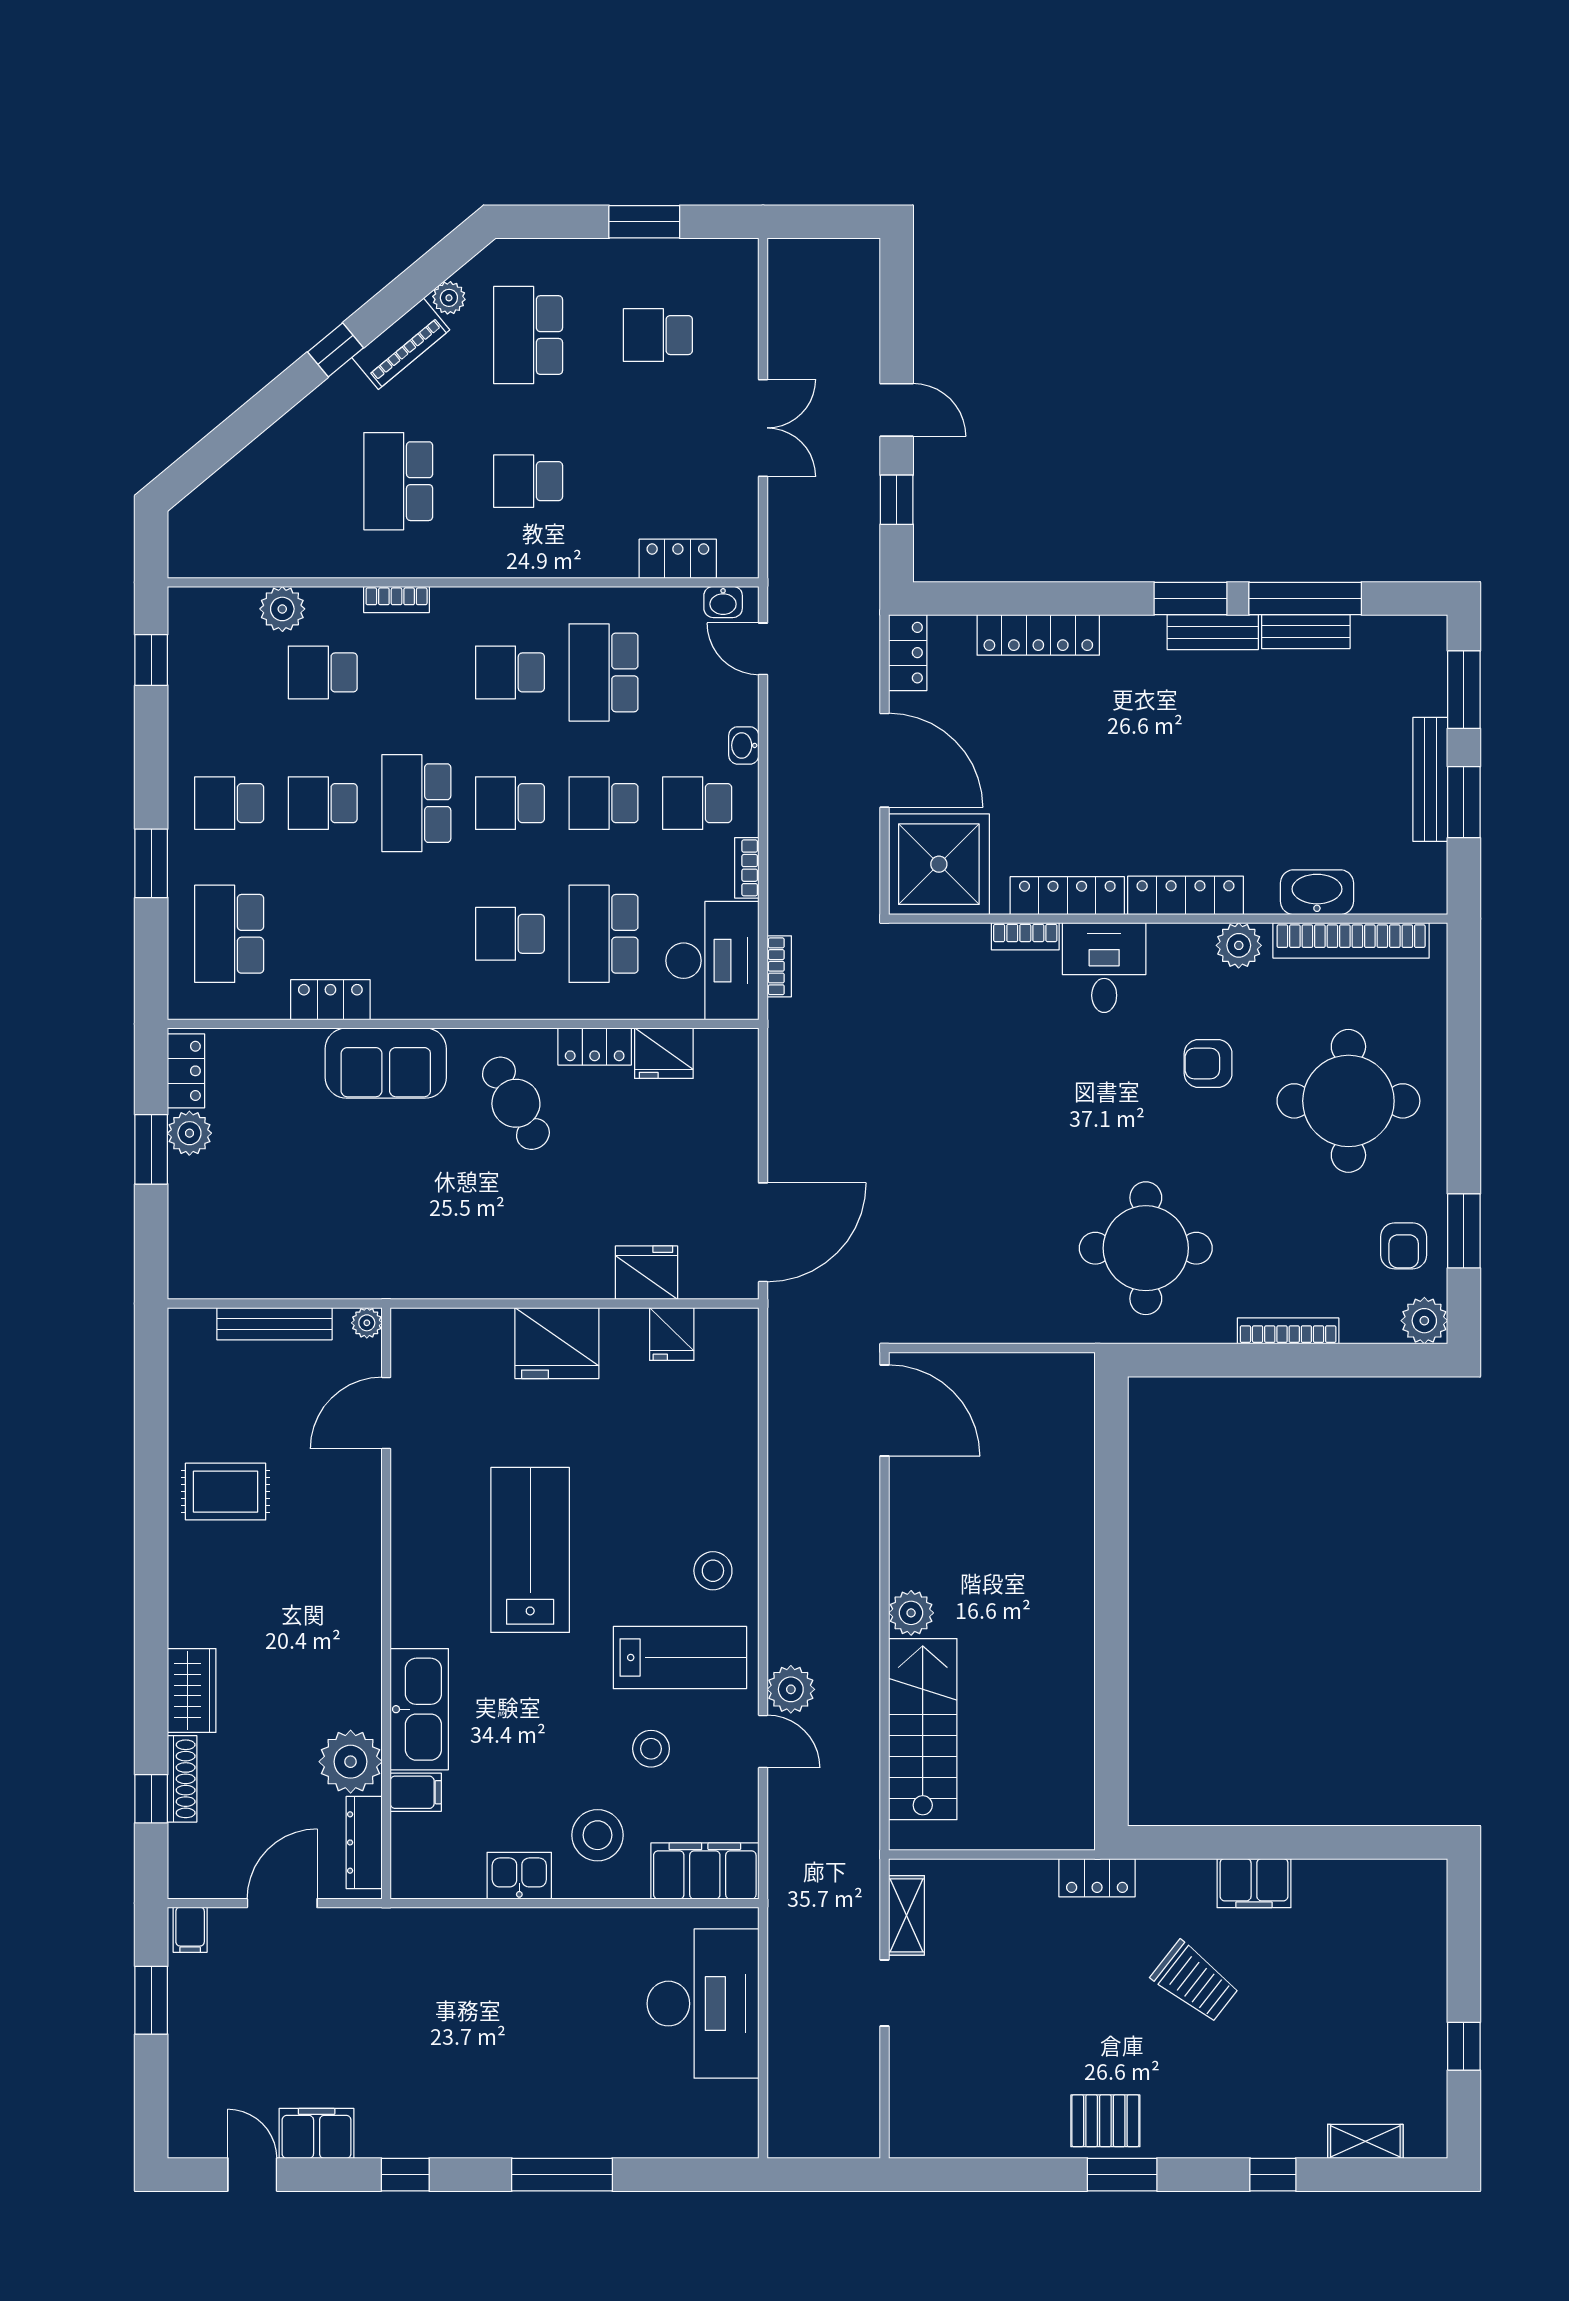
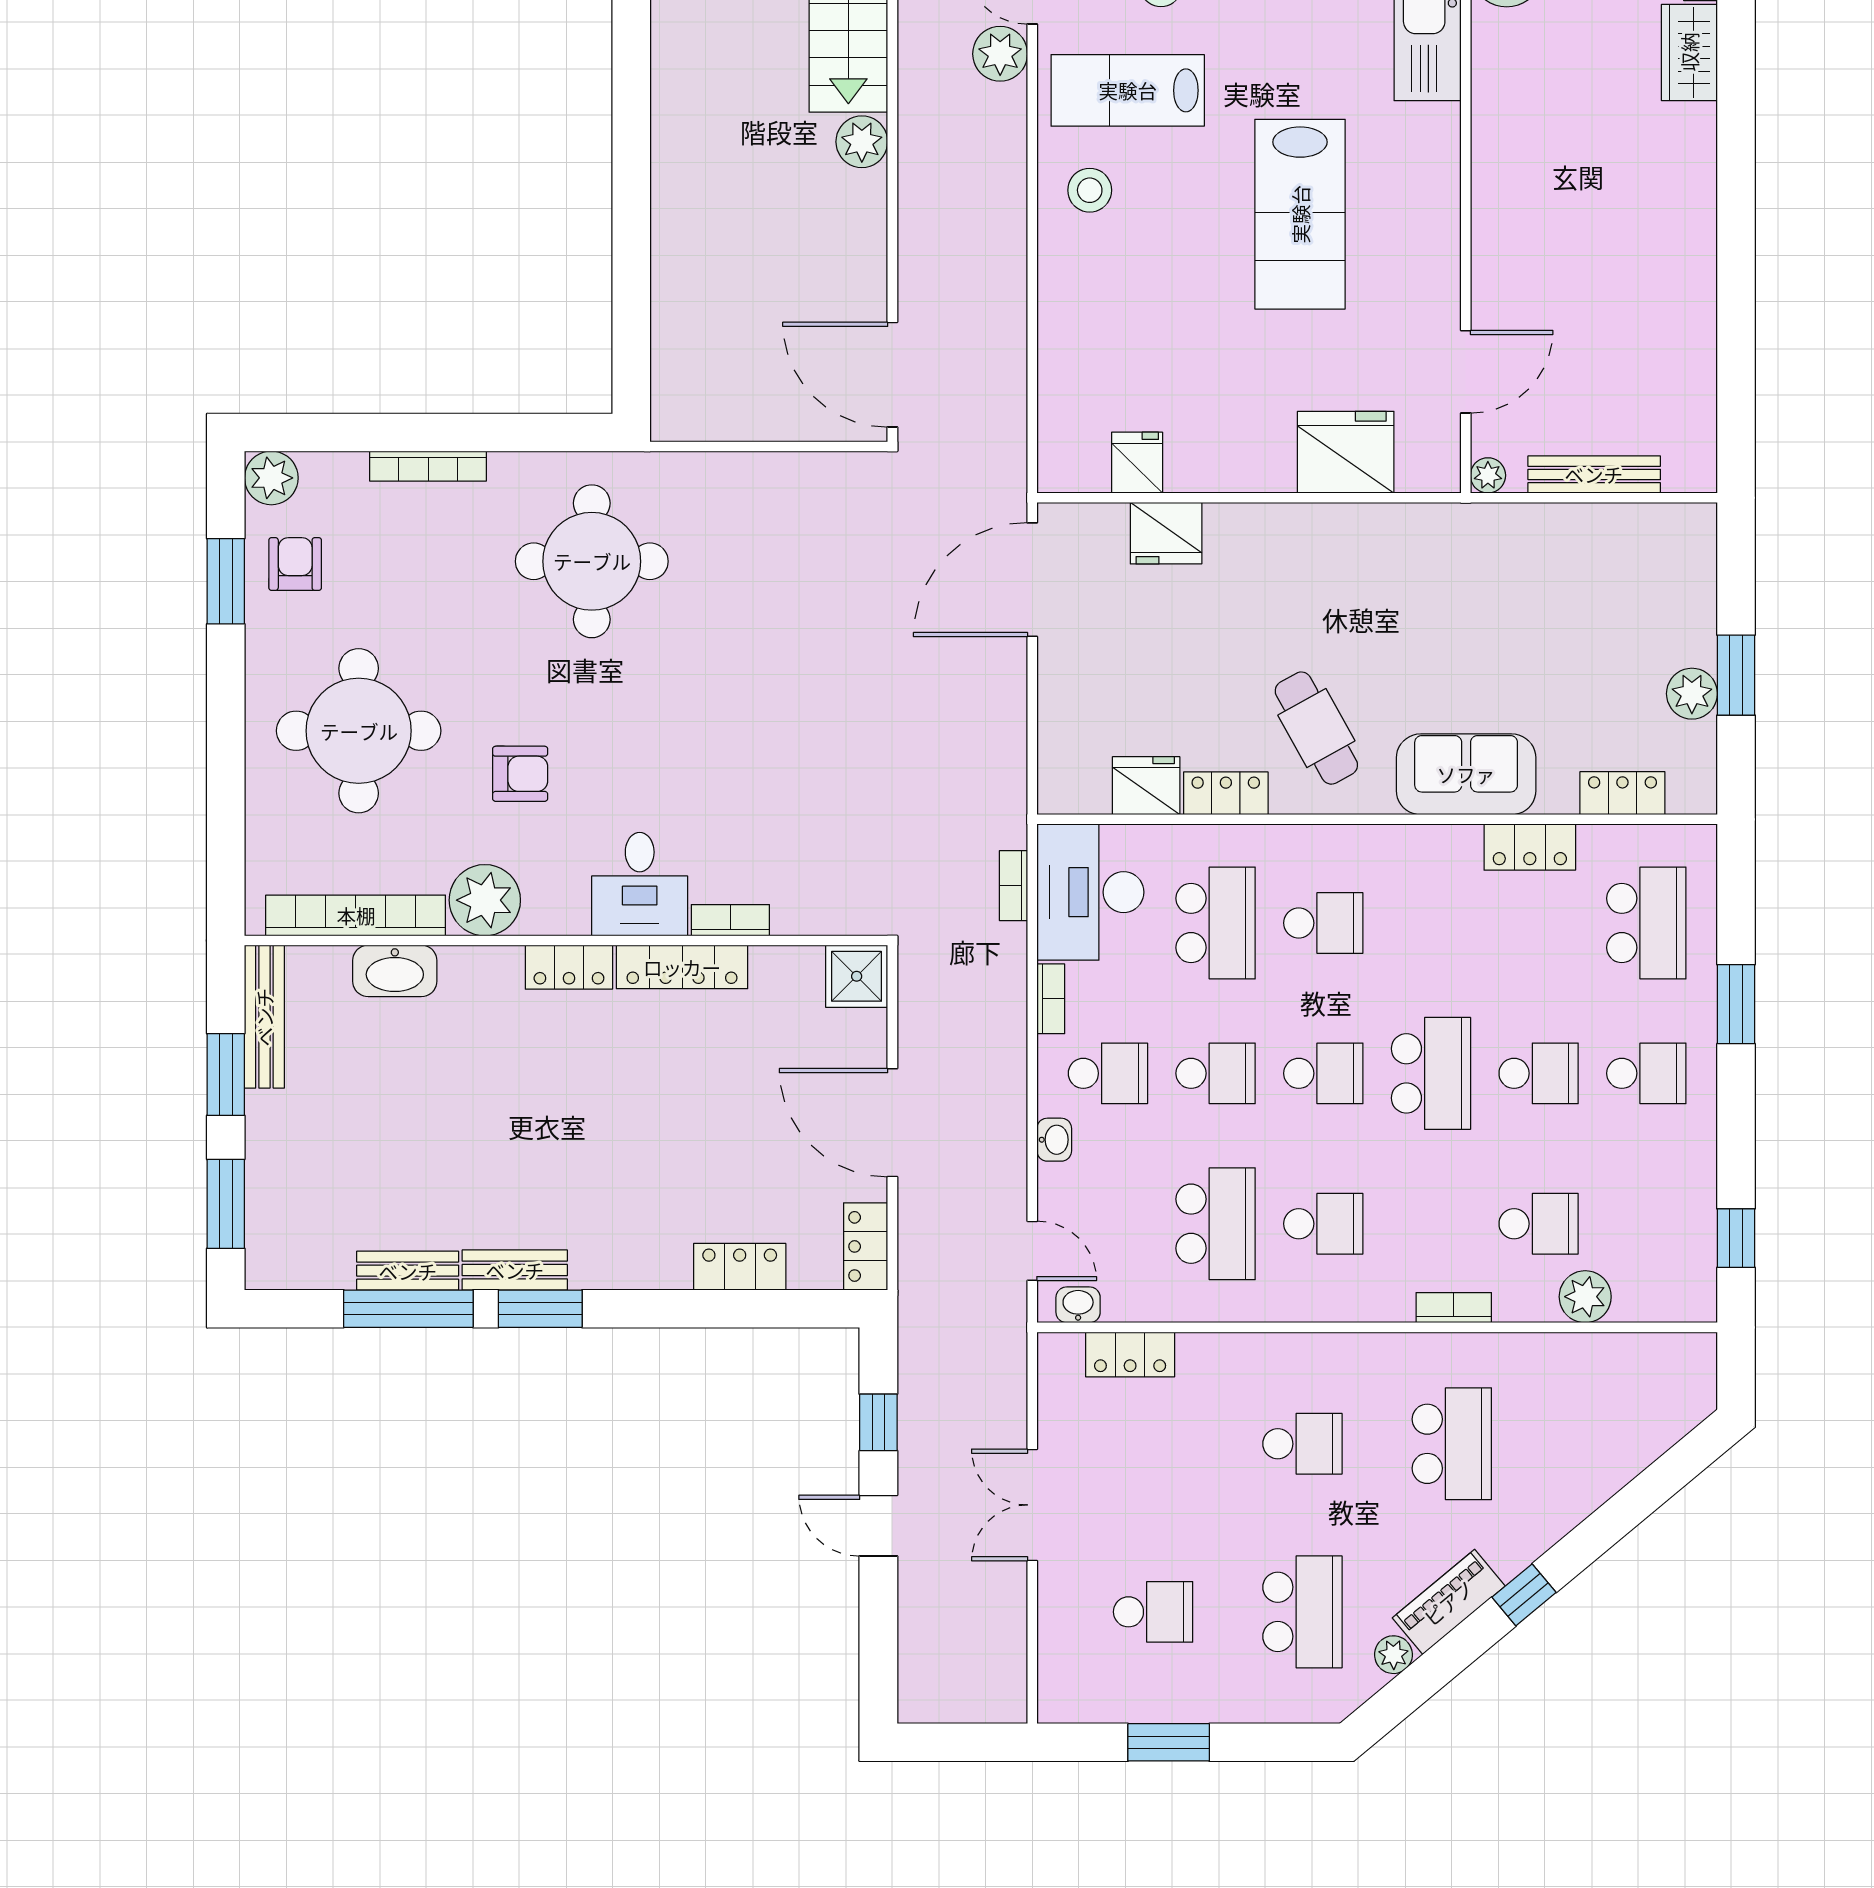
locker: (1038, 635) -> (740, 1267), width x0.66
bench: (1430, 779) -> (264, 1017), moved
shower: (939, 864) -> (857, 976), width x0.54, depth x0.54
locker: (1186, 895) -> (569, 967), width x0.66
plant: (1239, 945) -> (485, 900), width x1.36, depth x1.36
locker: (186, 1071) -> (1622, 793), moved, turned 90
fridge: (557, 1343) -> (1346, 452), moved
rug: (226, 1492) -> (1650, 281), removed

